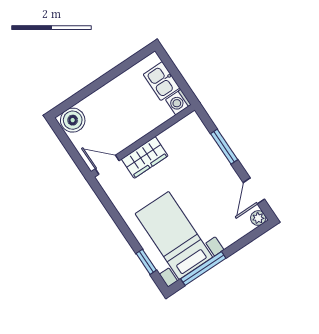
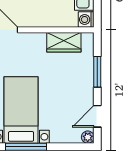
wardrobe: (145, 157) -> (64, 42), moved

